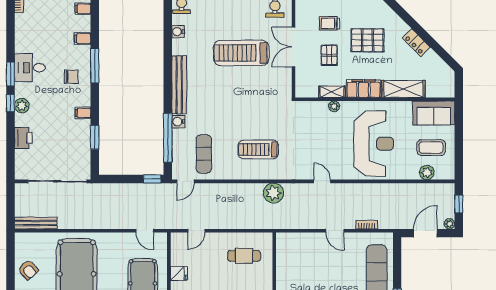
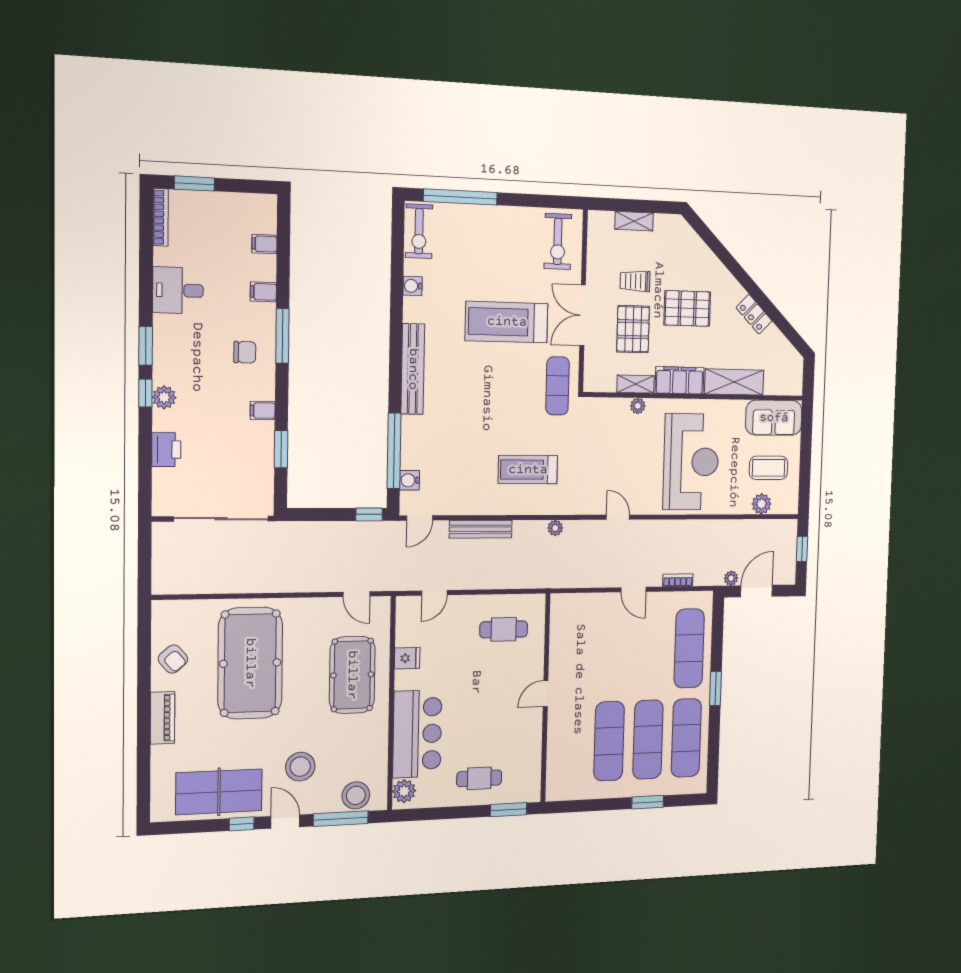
pallet: (329, 55) -> (633, 329), width x1.50, depth x1.42
desk: (30, 68) -> (178, 290), moved
water cooler: (178, 122) -> (410, 480), moved
exercise mat: (204, 154) -> (557, 386), moved
plant: (273, 193) -> (555, 528), width x0.53, depth x0.53
bench: (36, 223) -> (481, 529), moved
plant: (449, 224) -> (731, 578), moved

